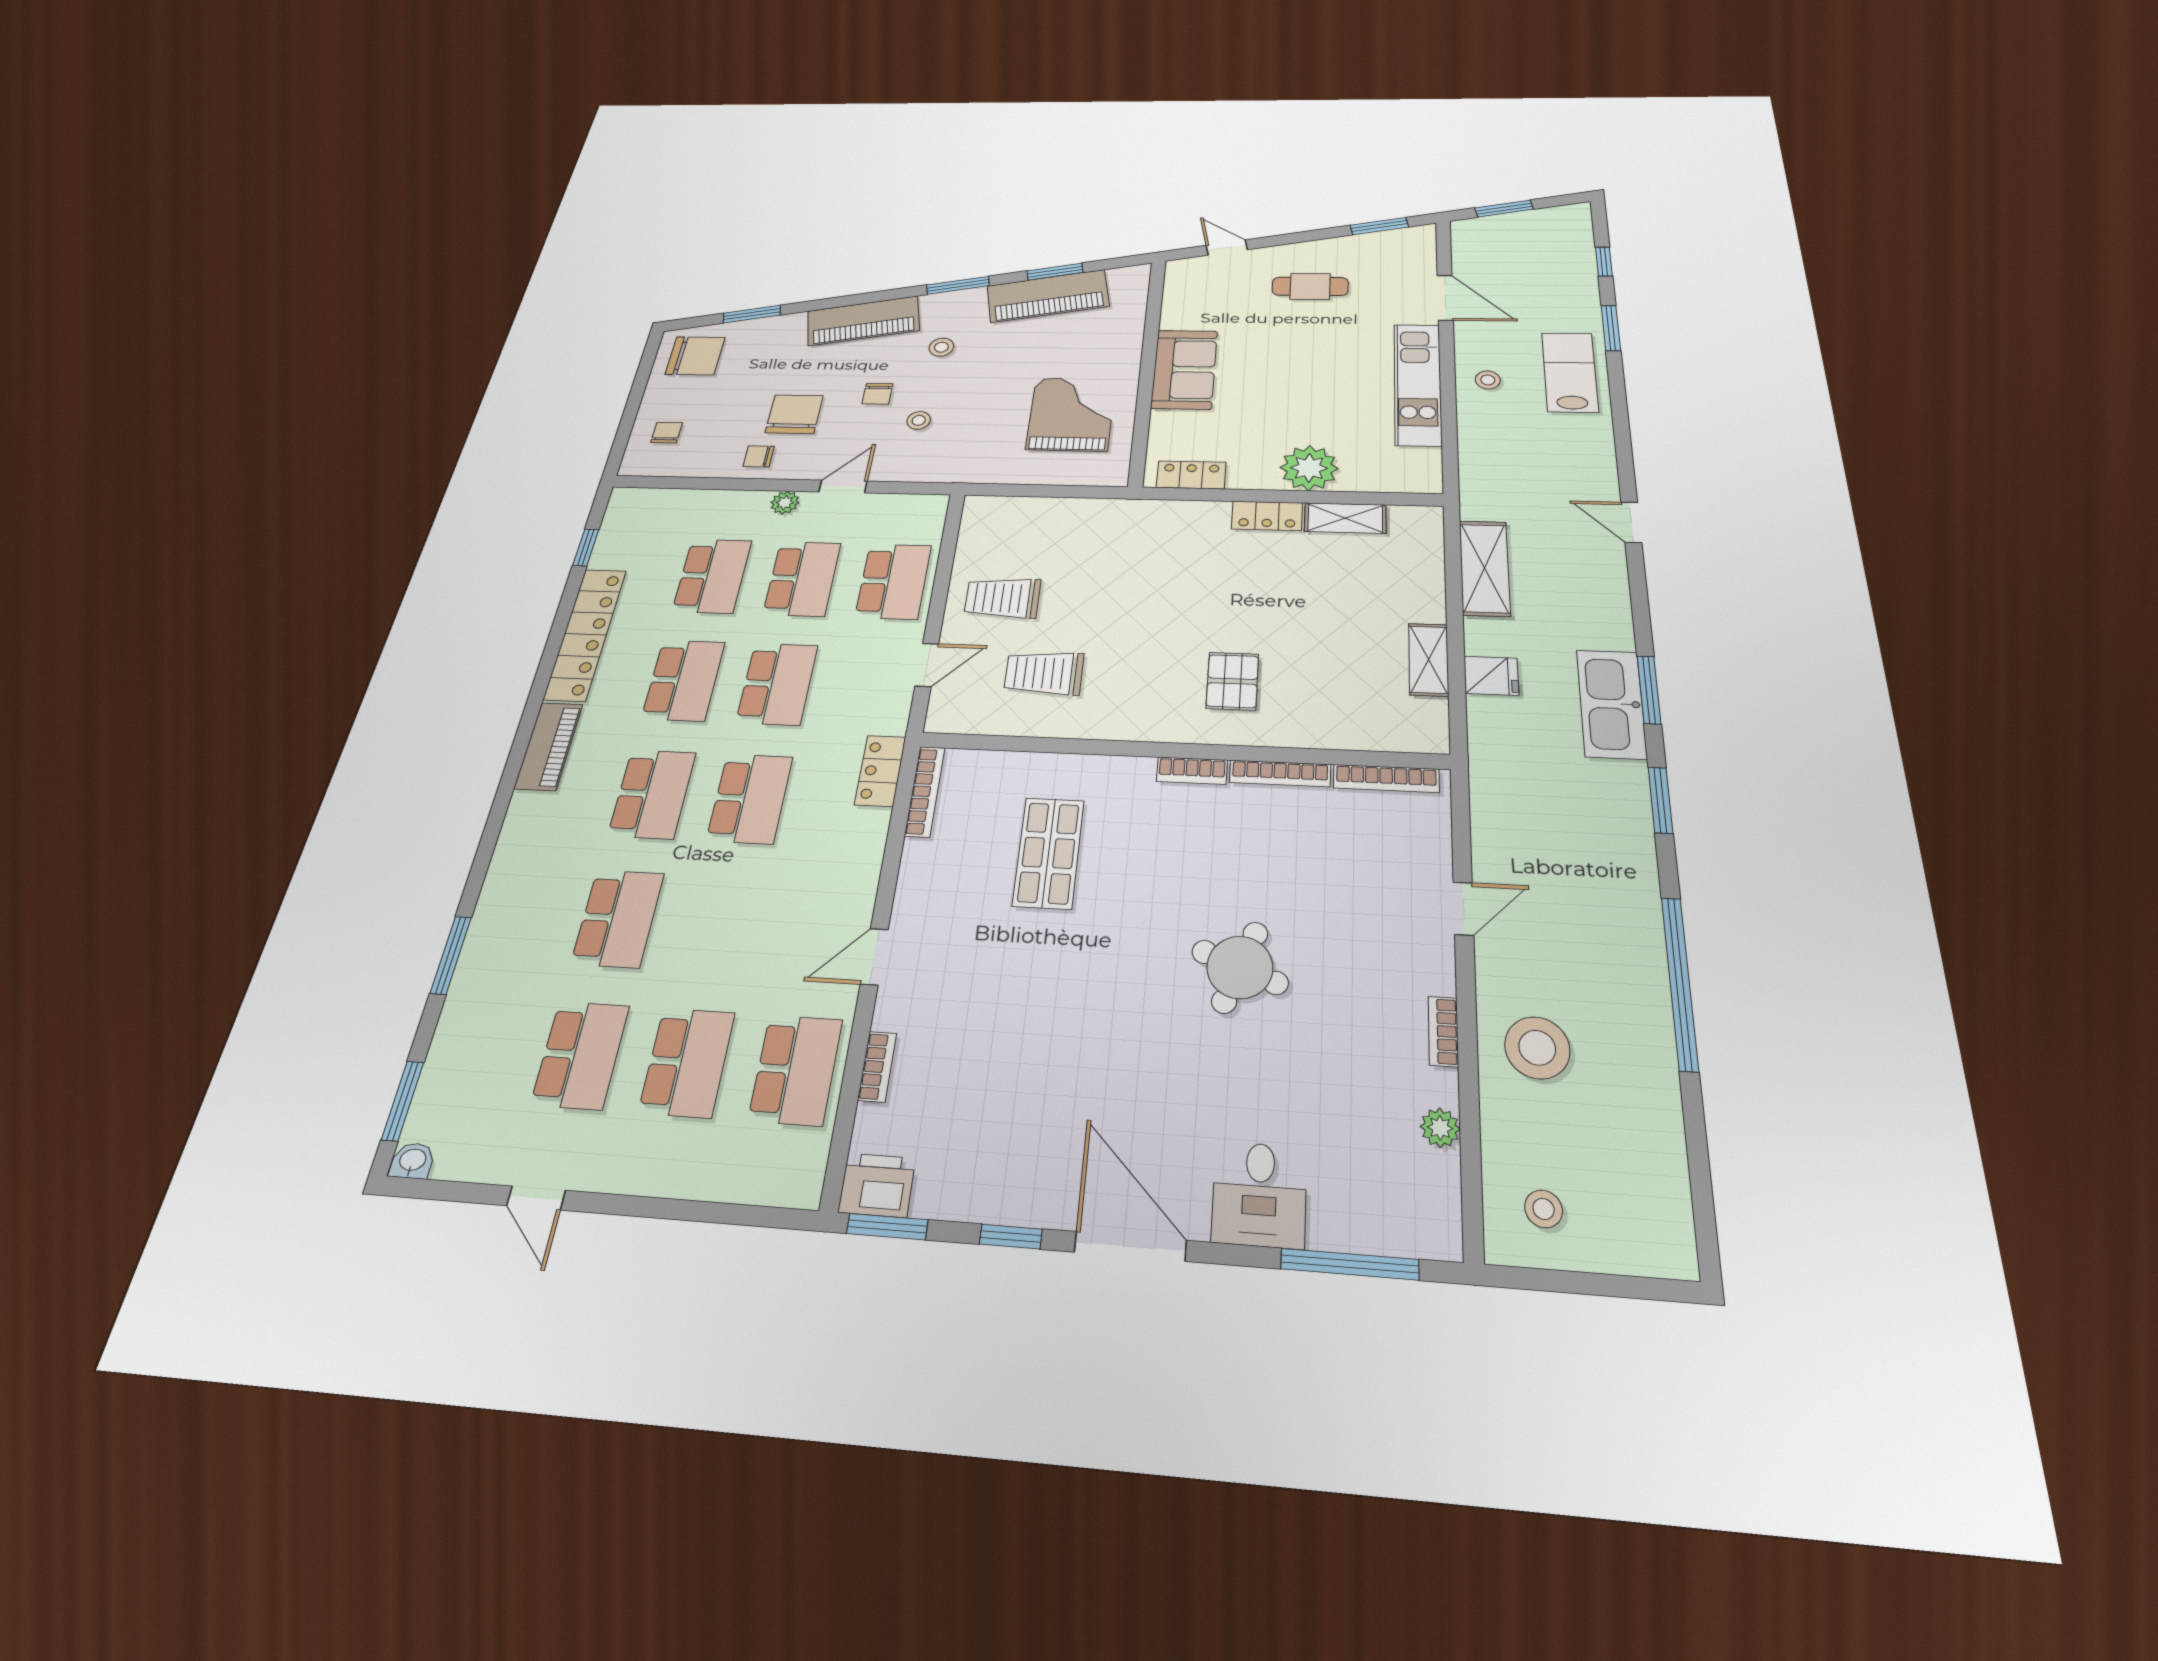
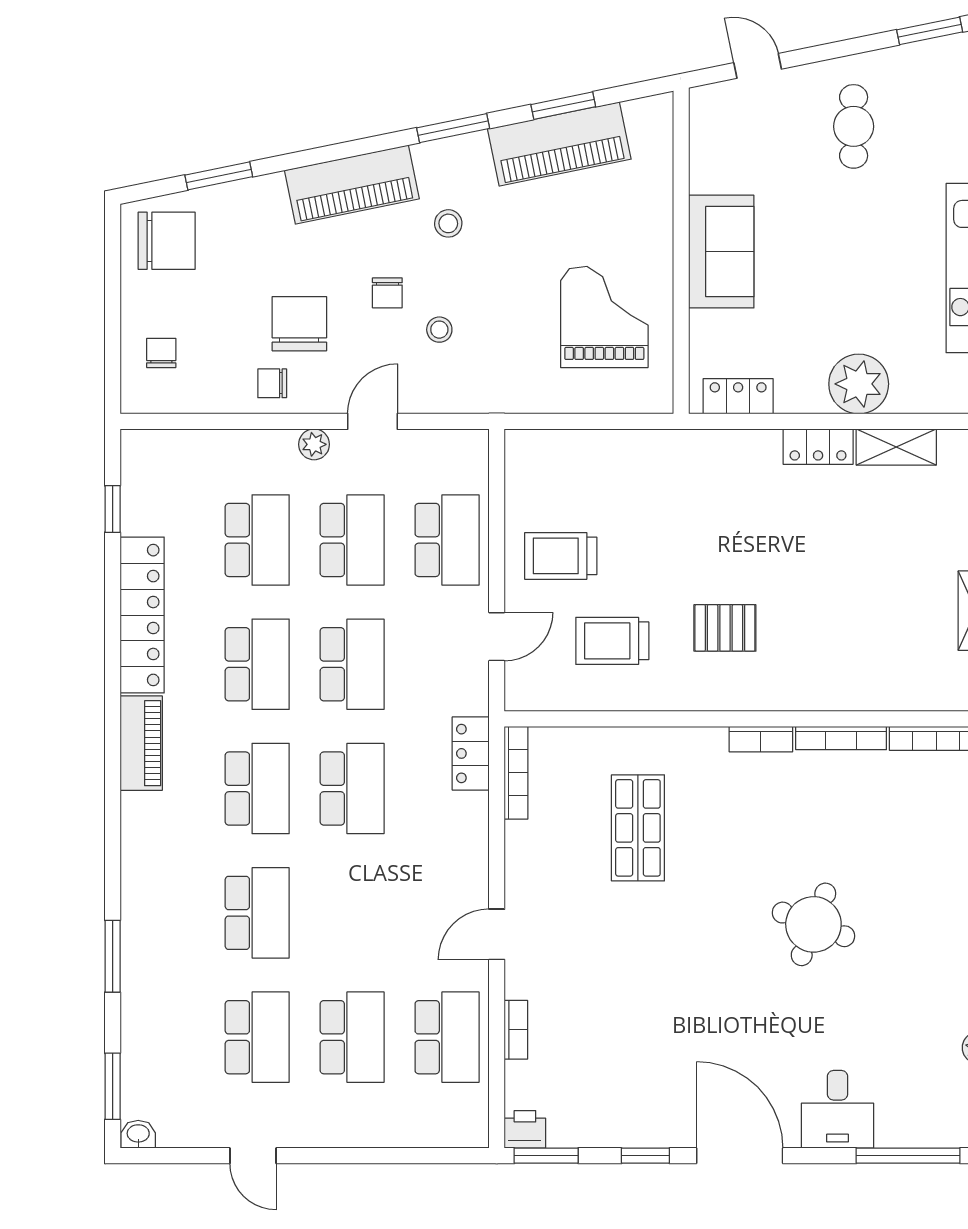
cafe table: (1310, 286) -> (854, 126), turned 90
pallet: (1232, 681) -> (725, 628), moved, turned 90
printer: (877, 1185) -> (525, 1129), width x0.73, depth x0.81

